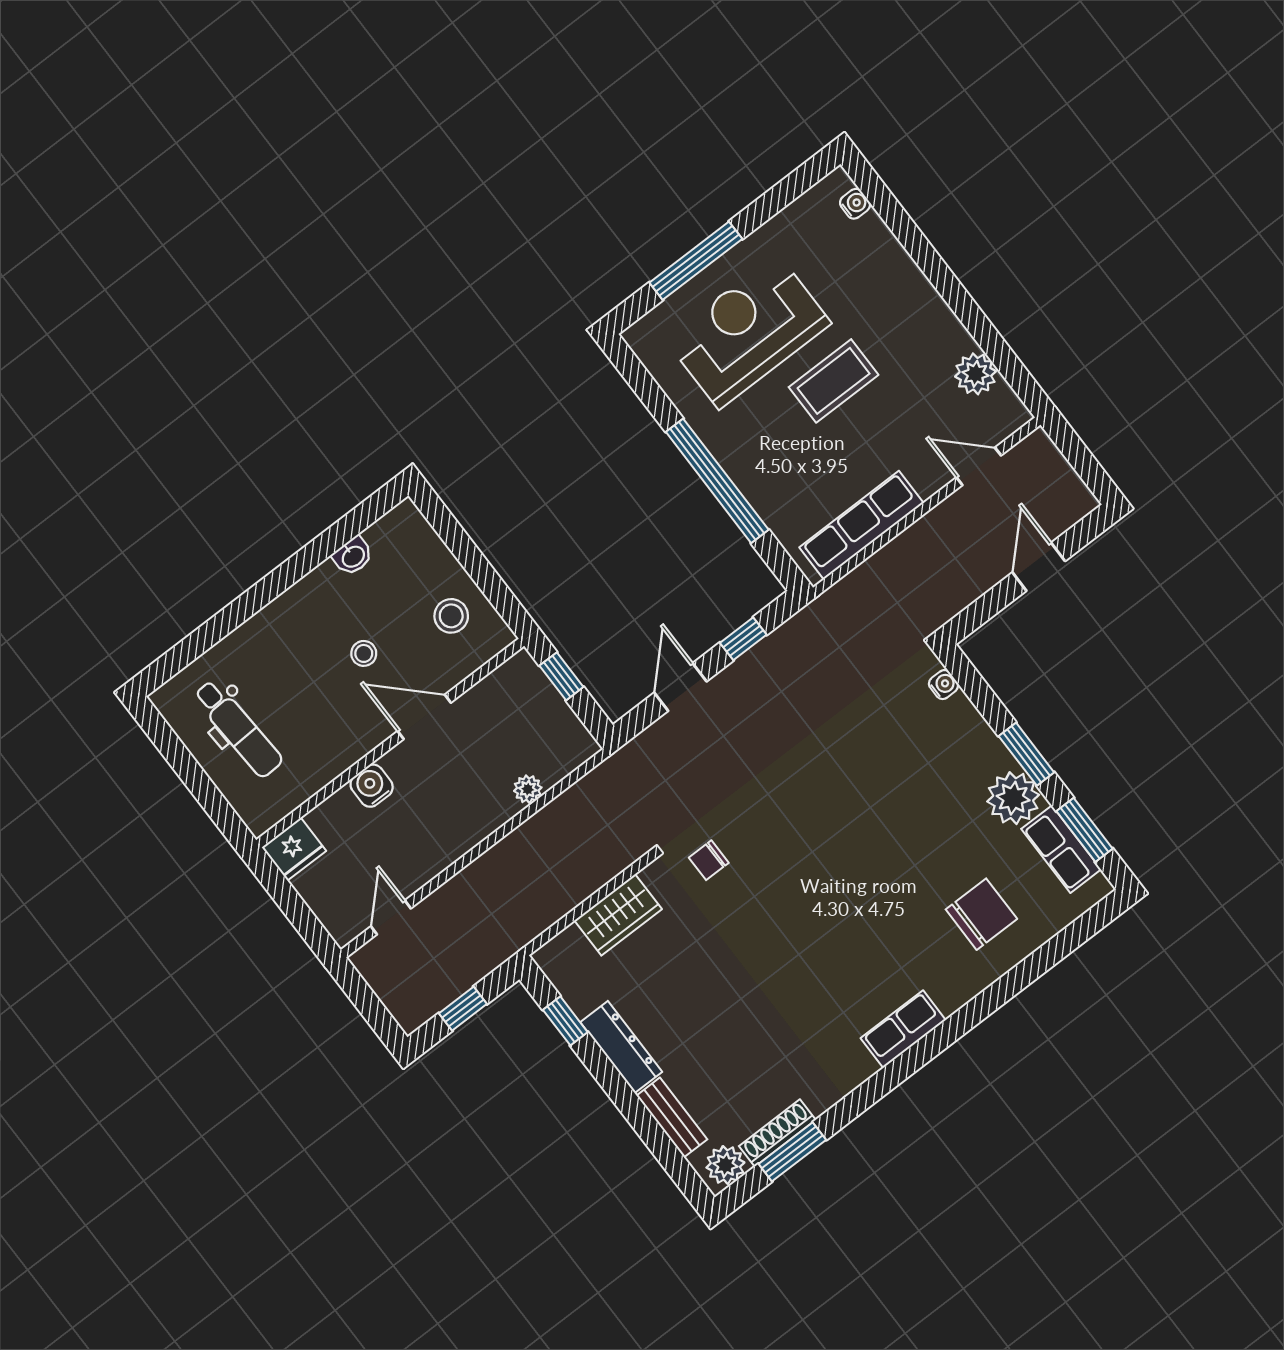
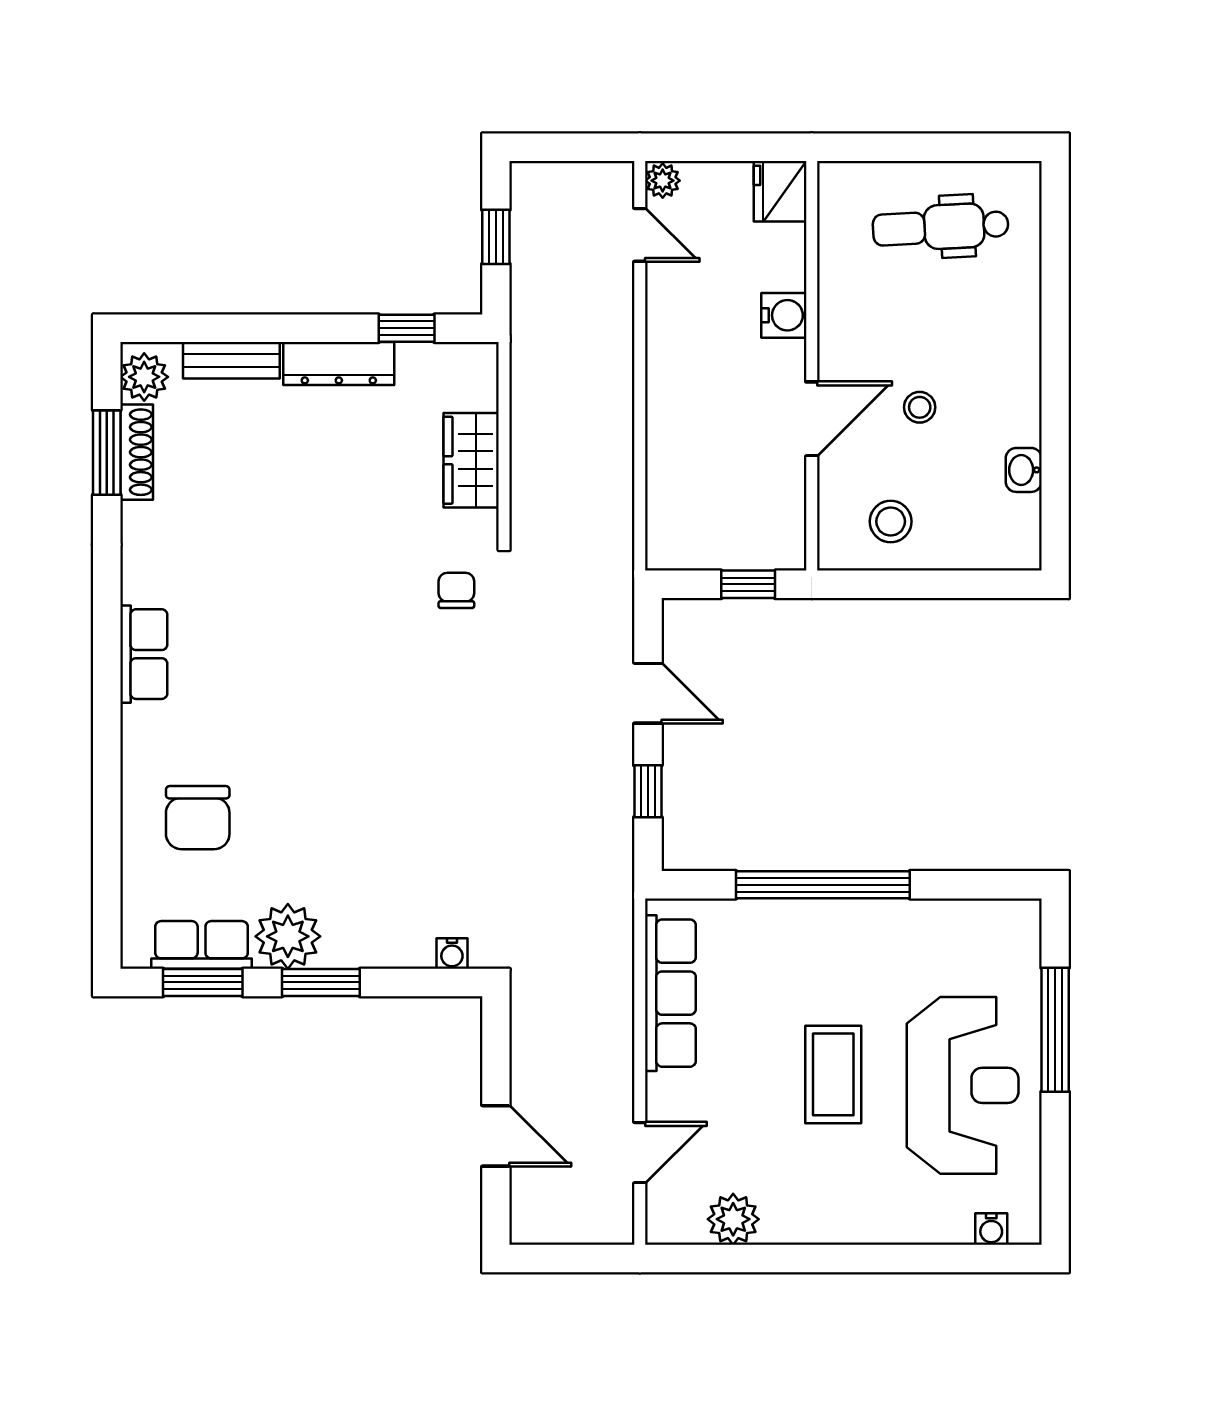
reception desk: (748, 331) -> (963, 1085), moved
plant: (528, 789) -> (663, 181), moved

